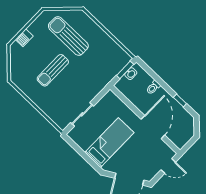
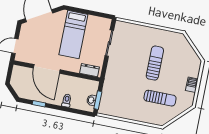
sun lounger: (68, 36) -> (160, 98), width x0.73, depth x0.75
barbecue: (24, 38) -> (192, 85), moved
dresser: (115, 102) -> (89, 70), added

